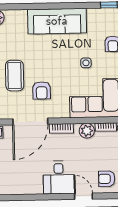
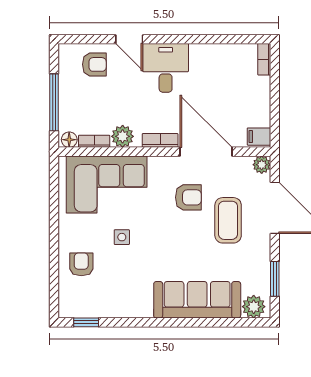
sofa: (57, 21) -> (197, 300), moved
armchair: (42, 90) -> (188, 197), turned 90
door: (30, 121) -> (206, 152), hinge flipped

